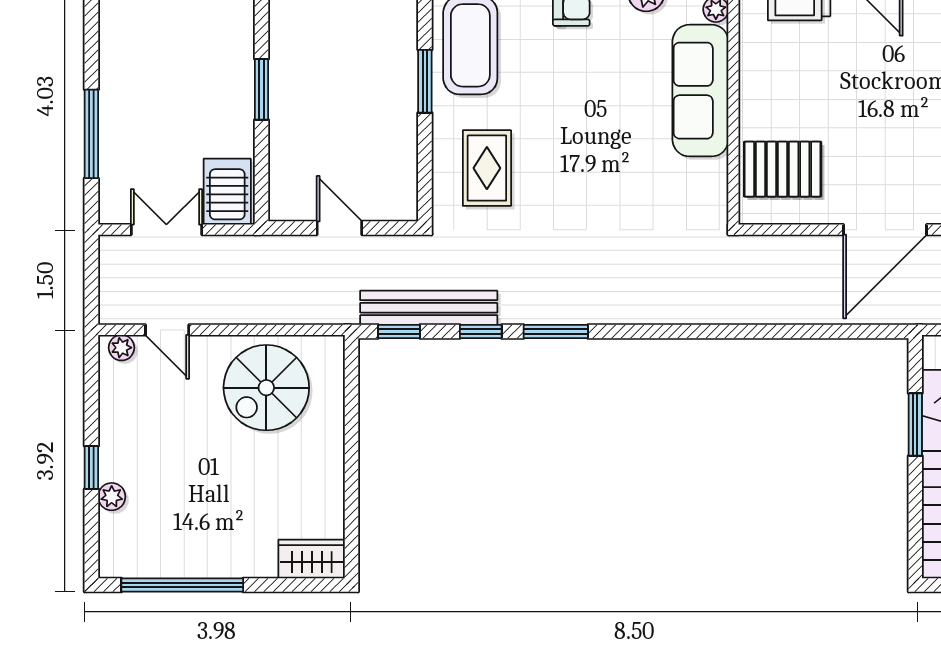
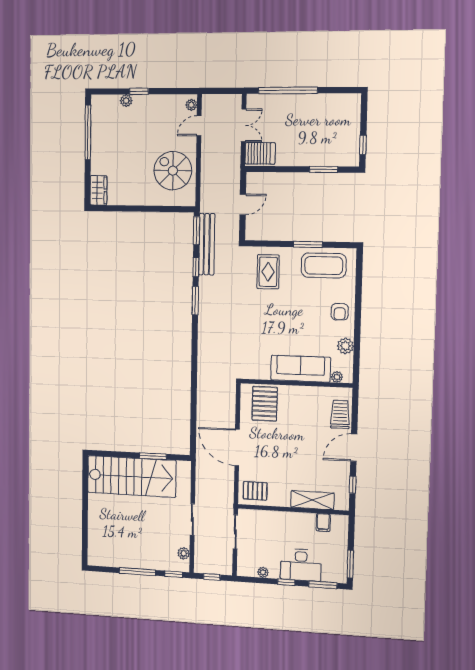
window: (261, 89) -> (324, 169), moved
window: (91, 134) -> (288, 90), width x1.46
rug: (487, 168) -> (268, 272), turned 90
window: (399, 331) -> (196, 231), width x1.50

